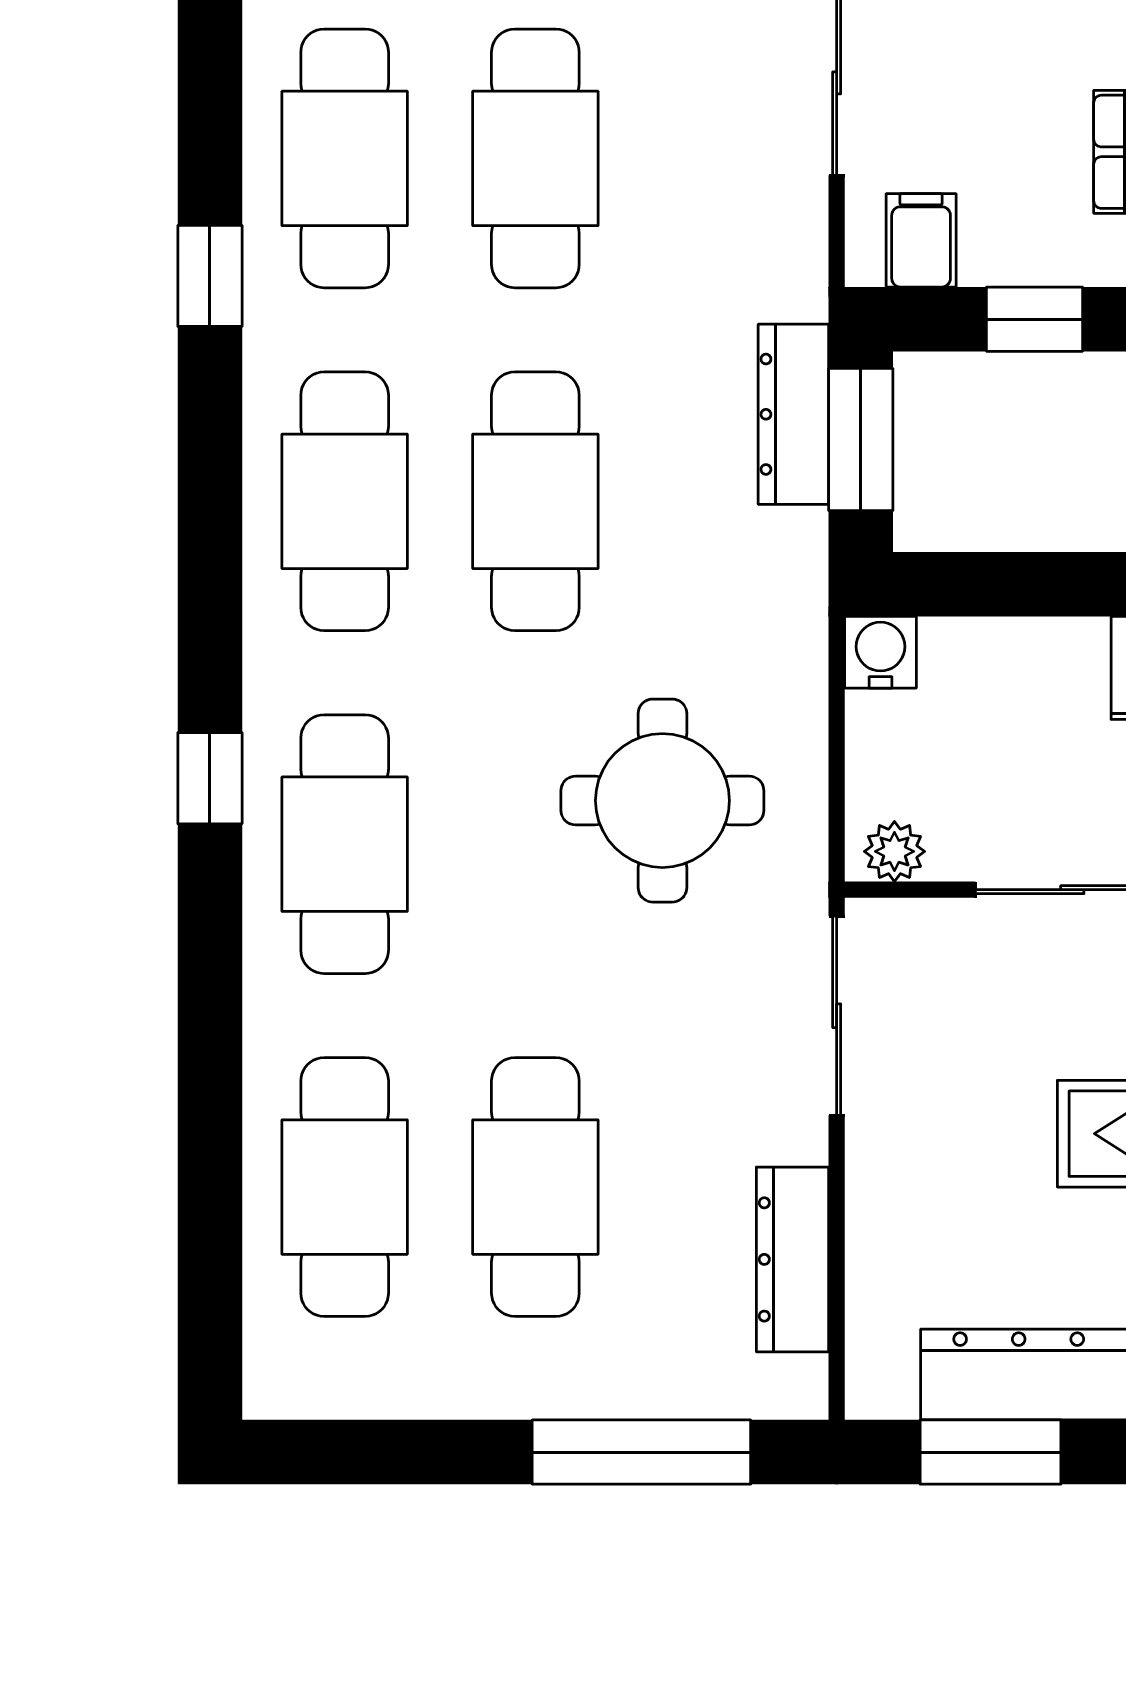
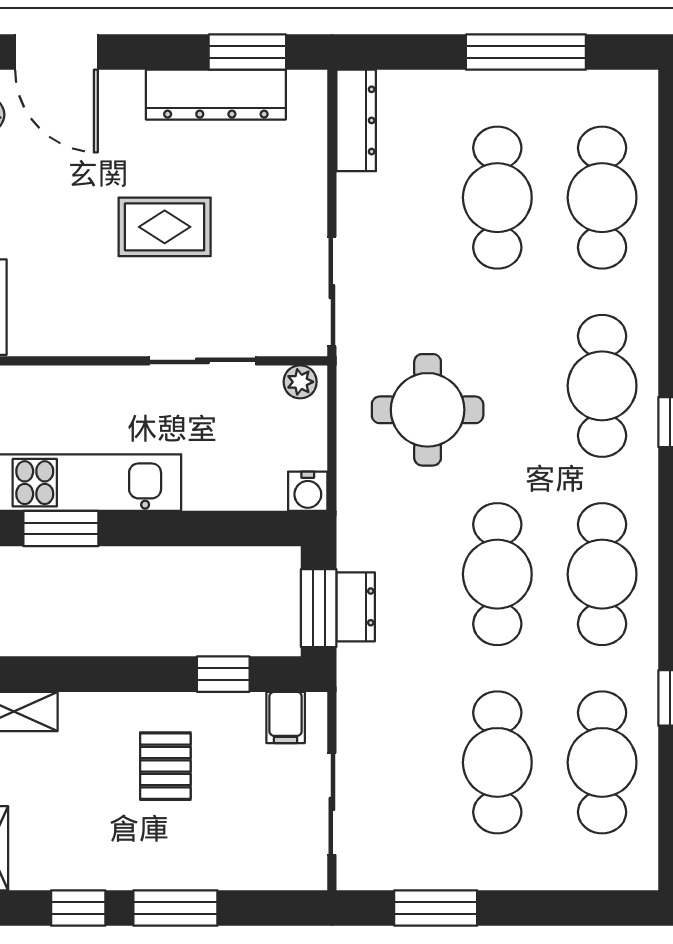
dresser: (793, 414) -> (356, 607), width x0.70
dresser: (792, 1259) -> (356, 120), moved
window: (641, 1452) -> (526, 52), moved

